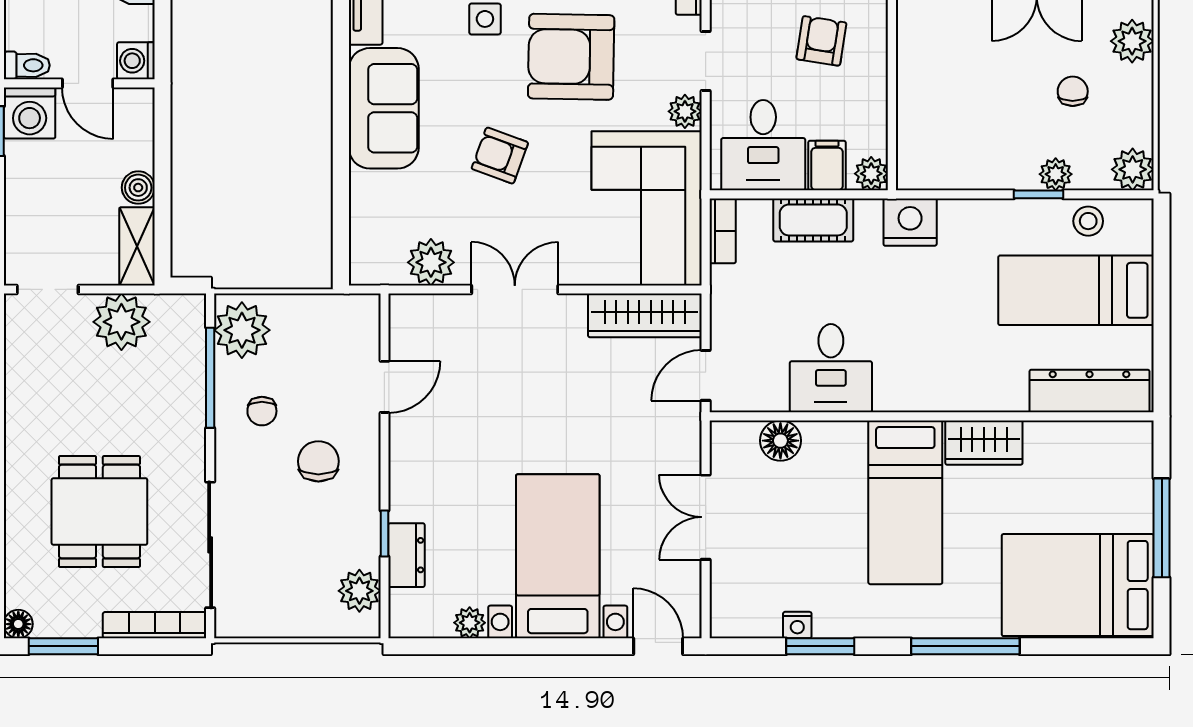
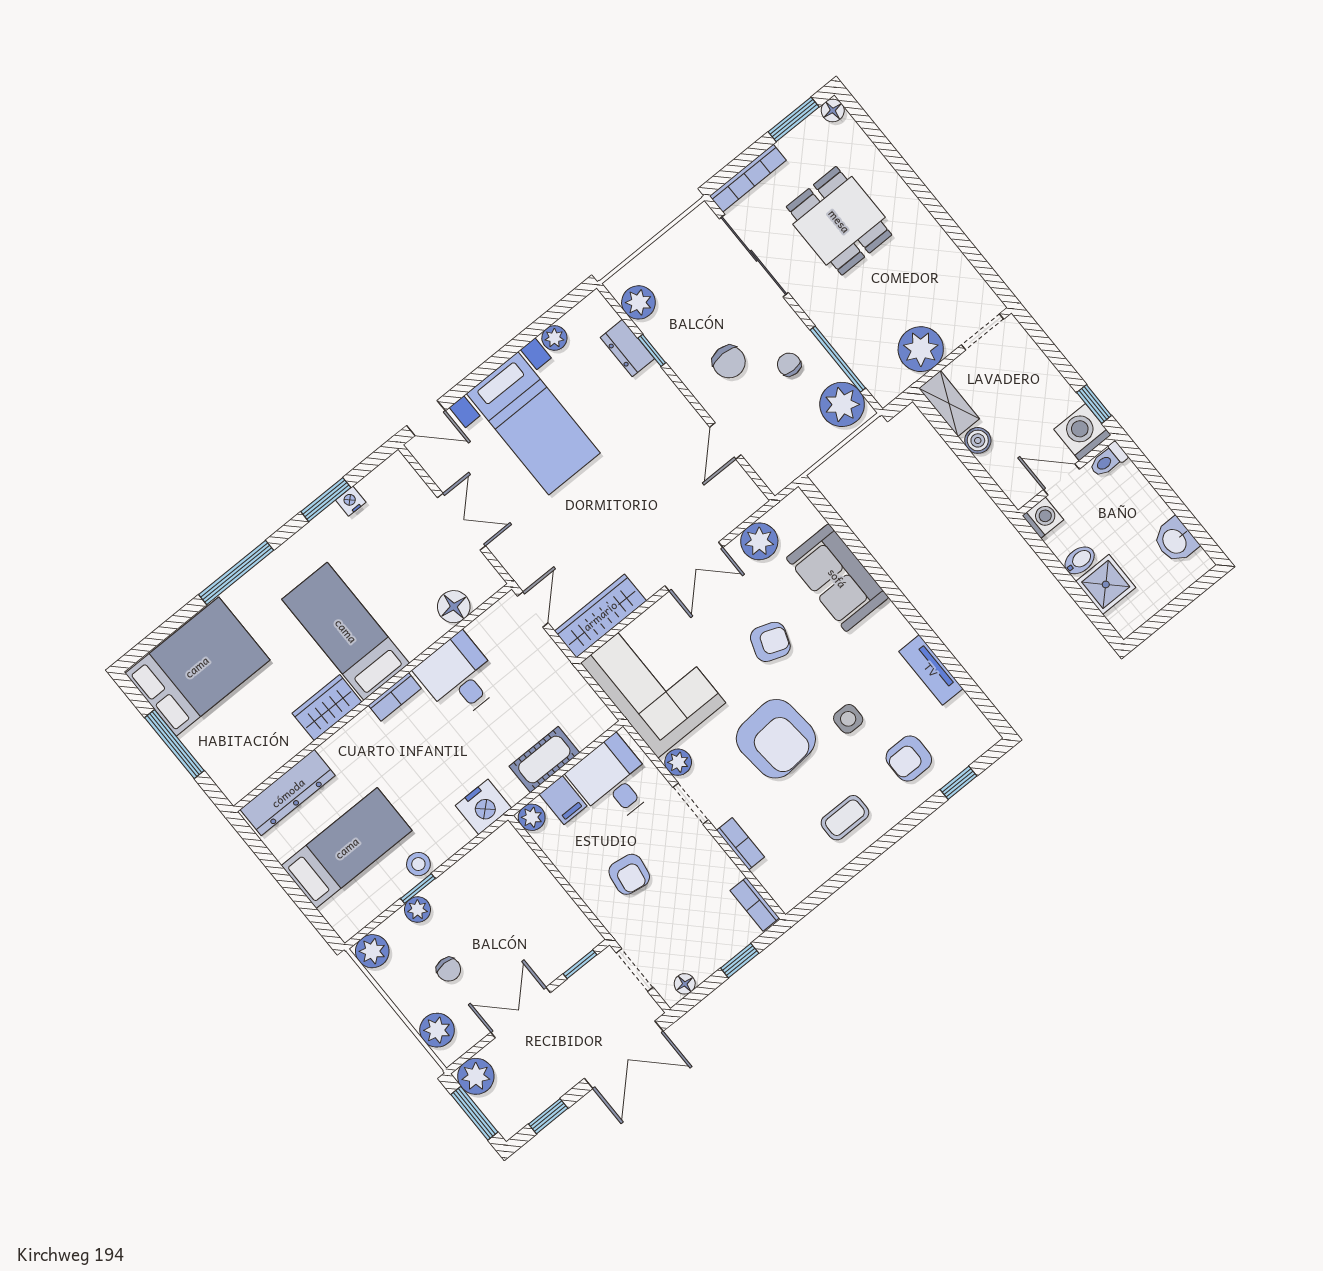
armchair: (571, 57) -> (776, 739), turned 84
sofa: (384, 108) -> (837, 578), moved
stool: (1088, 221) -> (418, 864), moved
bookcase: (723, 231) -> (395, 697), moved, turned -90

